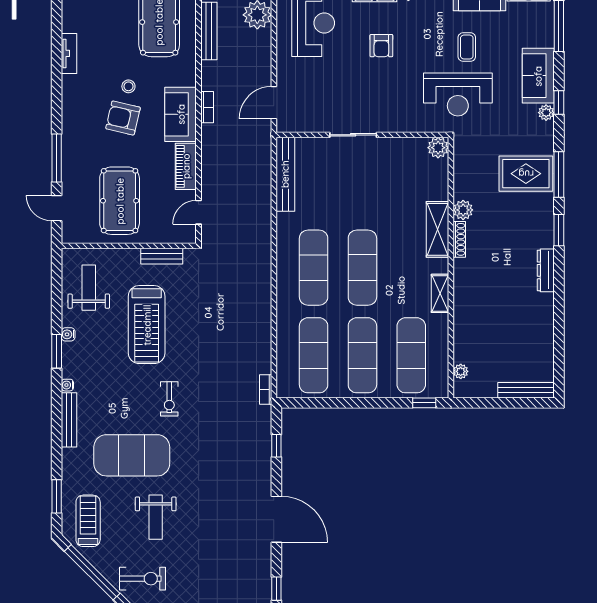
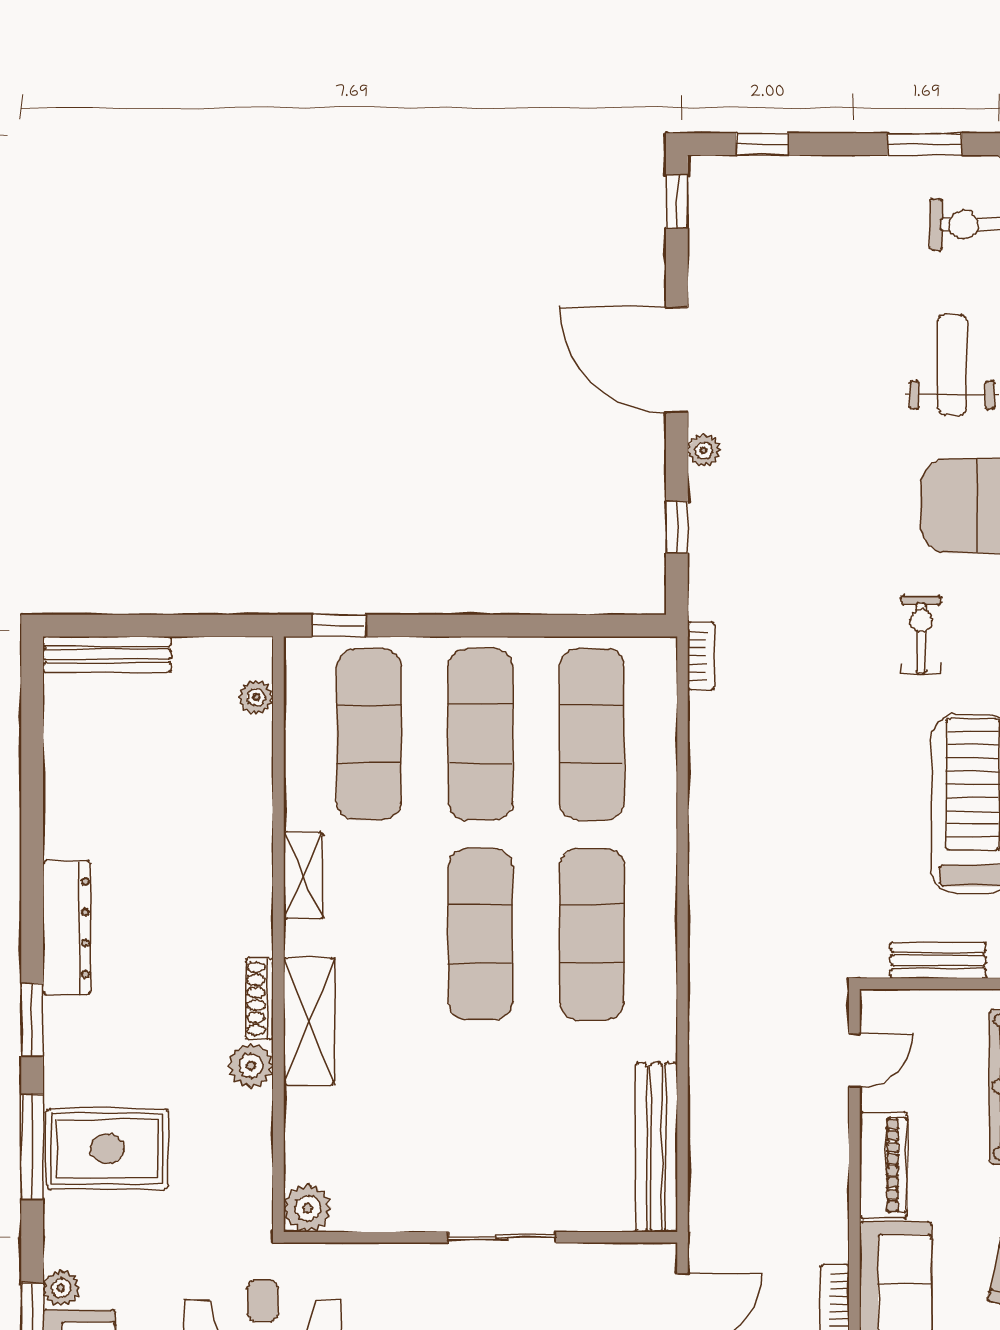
dresser: (546, 270) -> (67, 928), width x1.37, depth x1.24
plant: (265, 480) -> (704, 450), added

